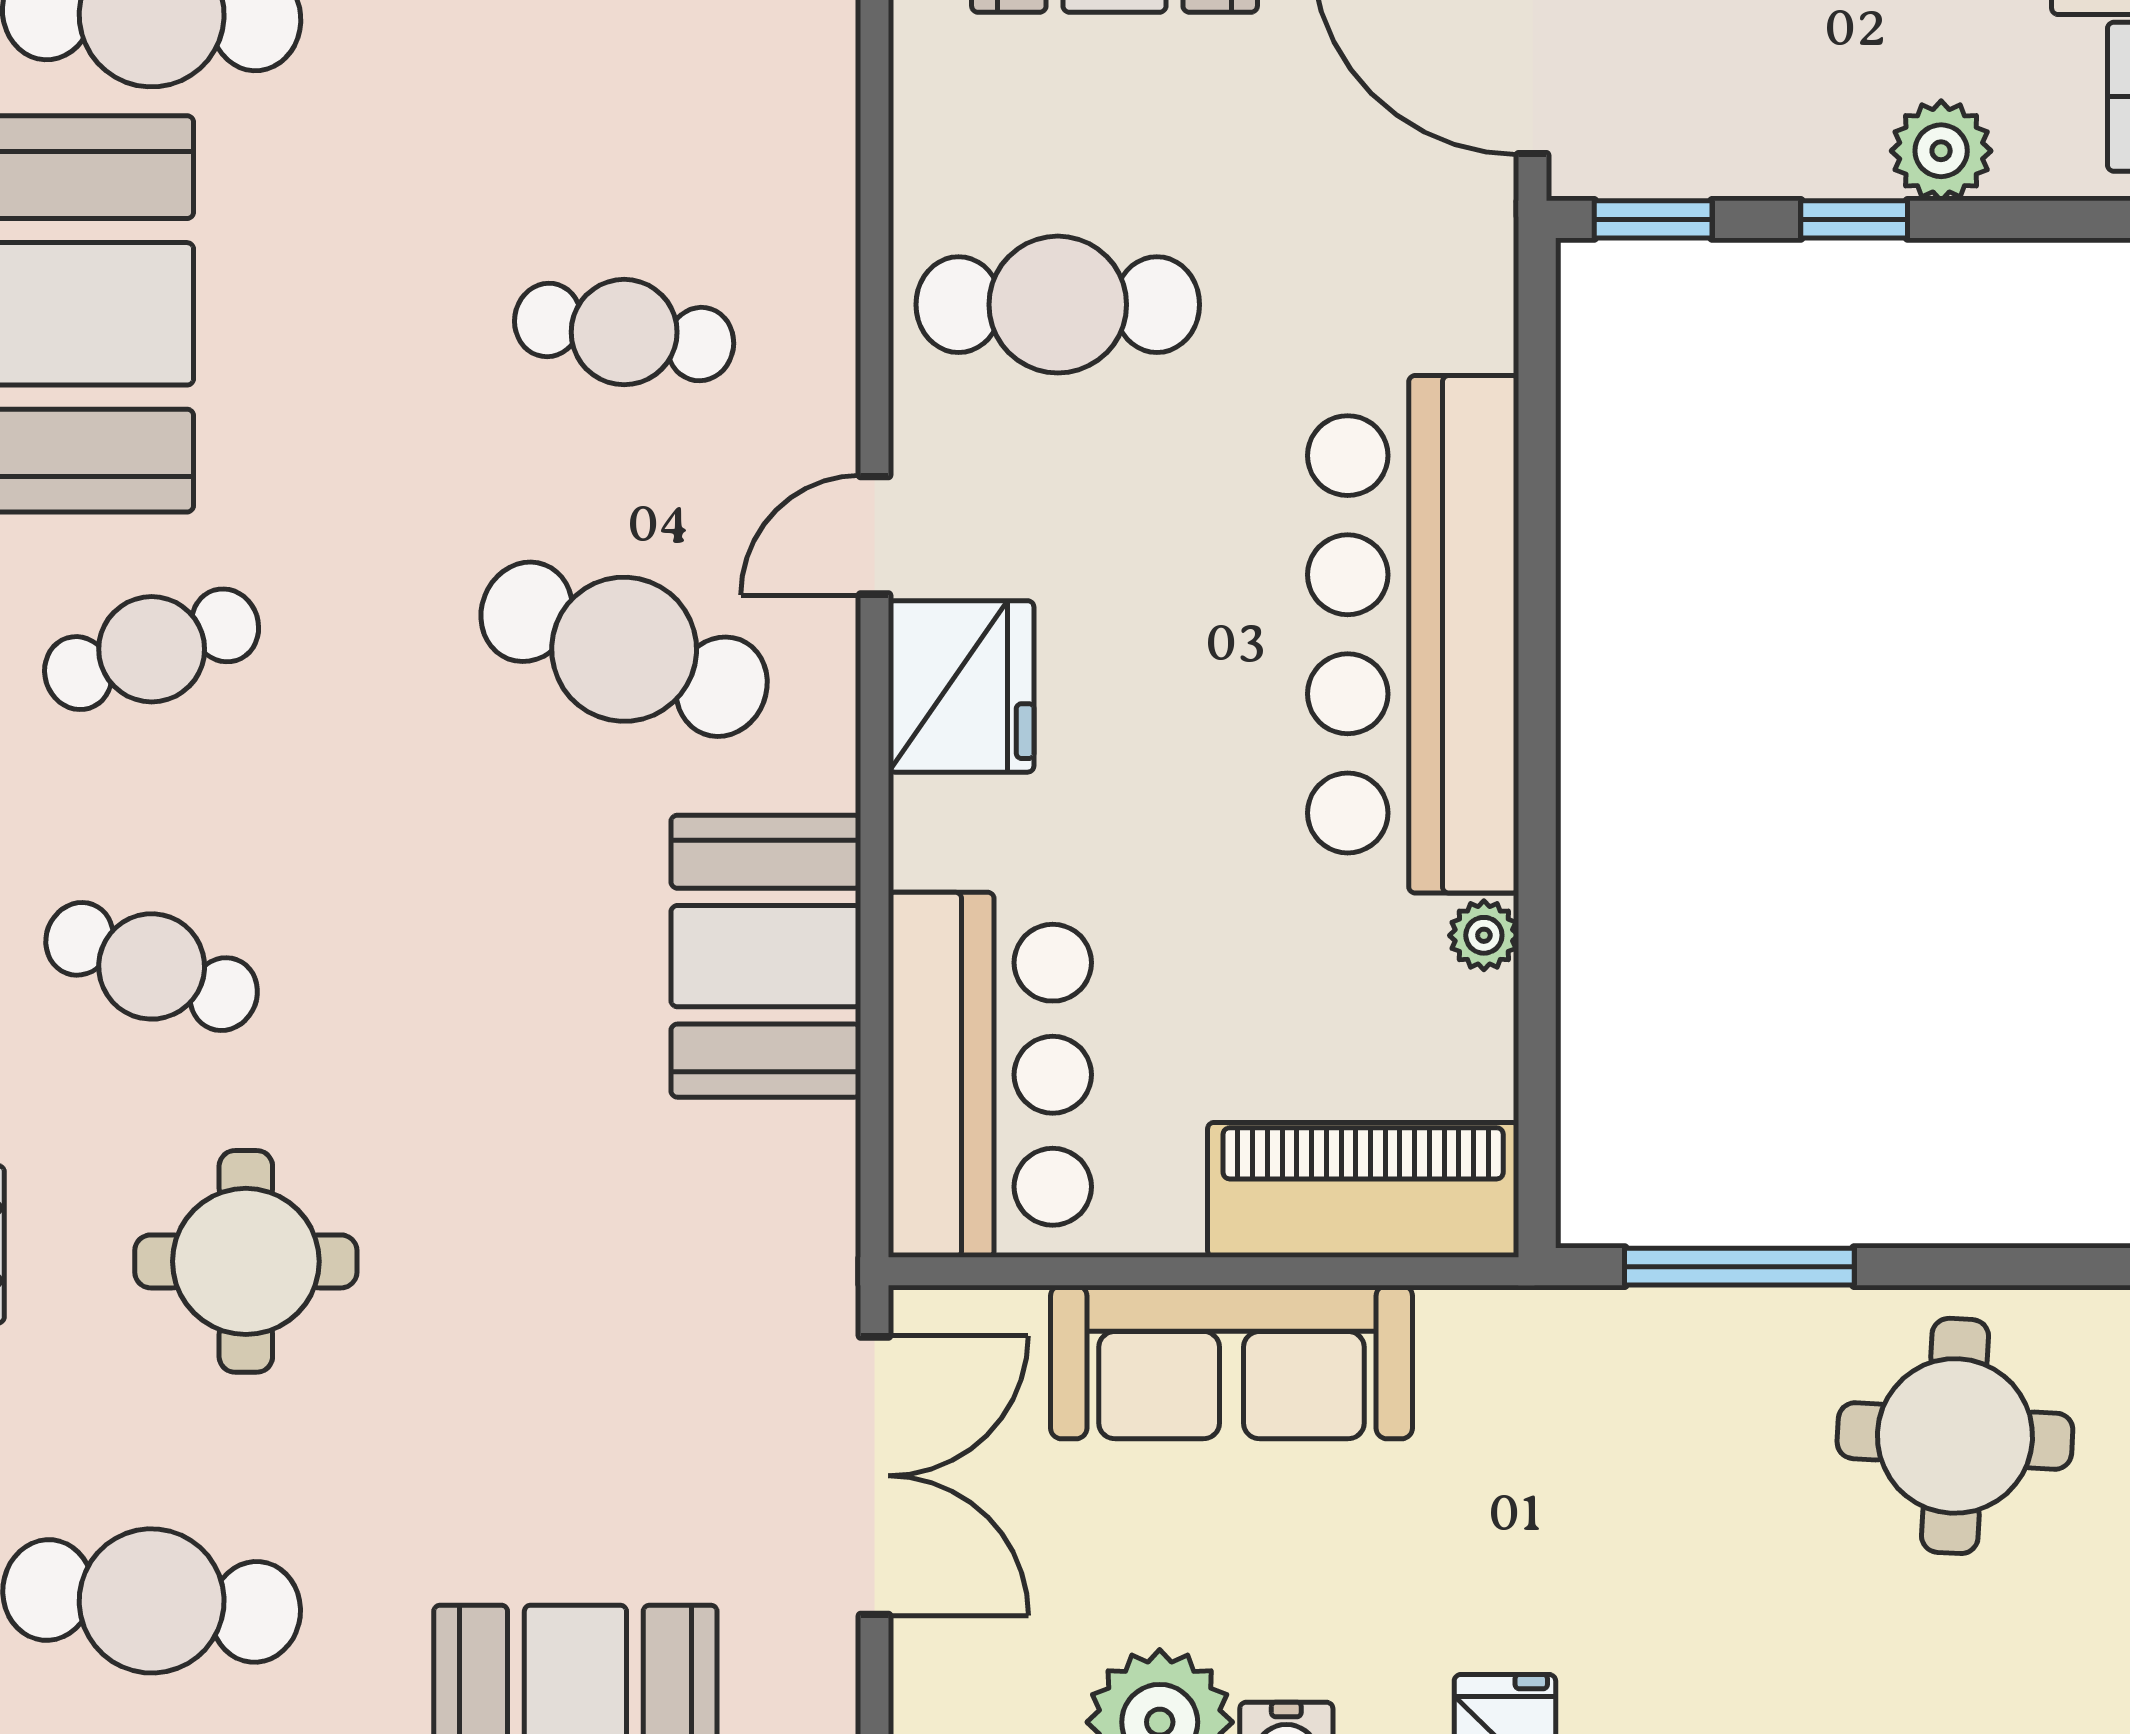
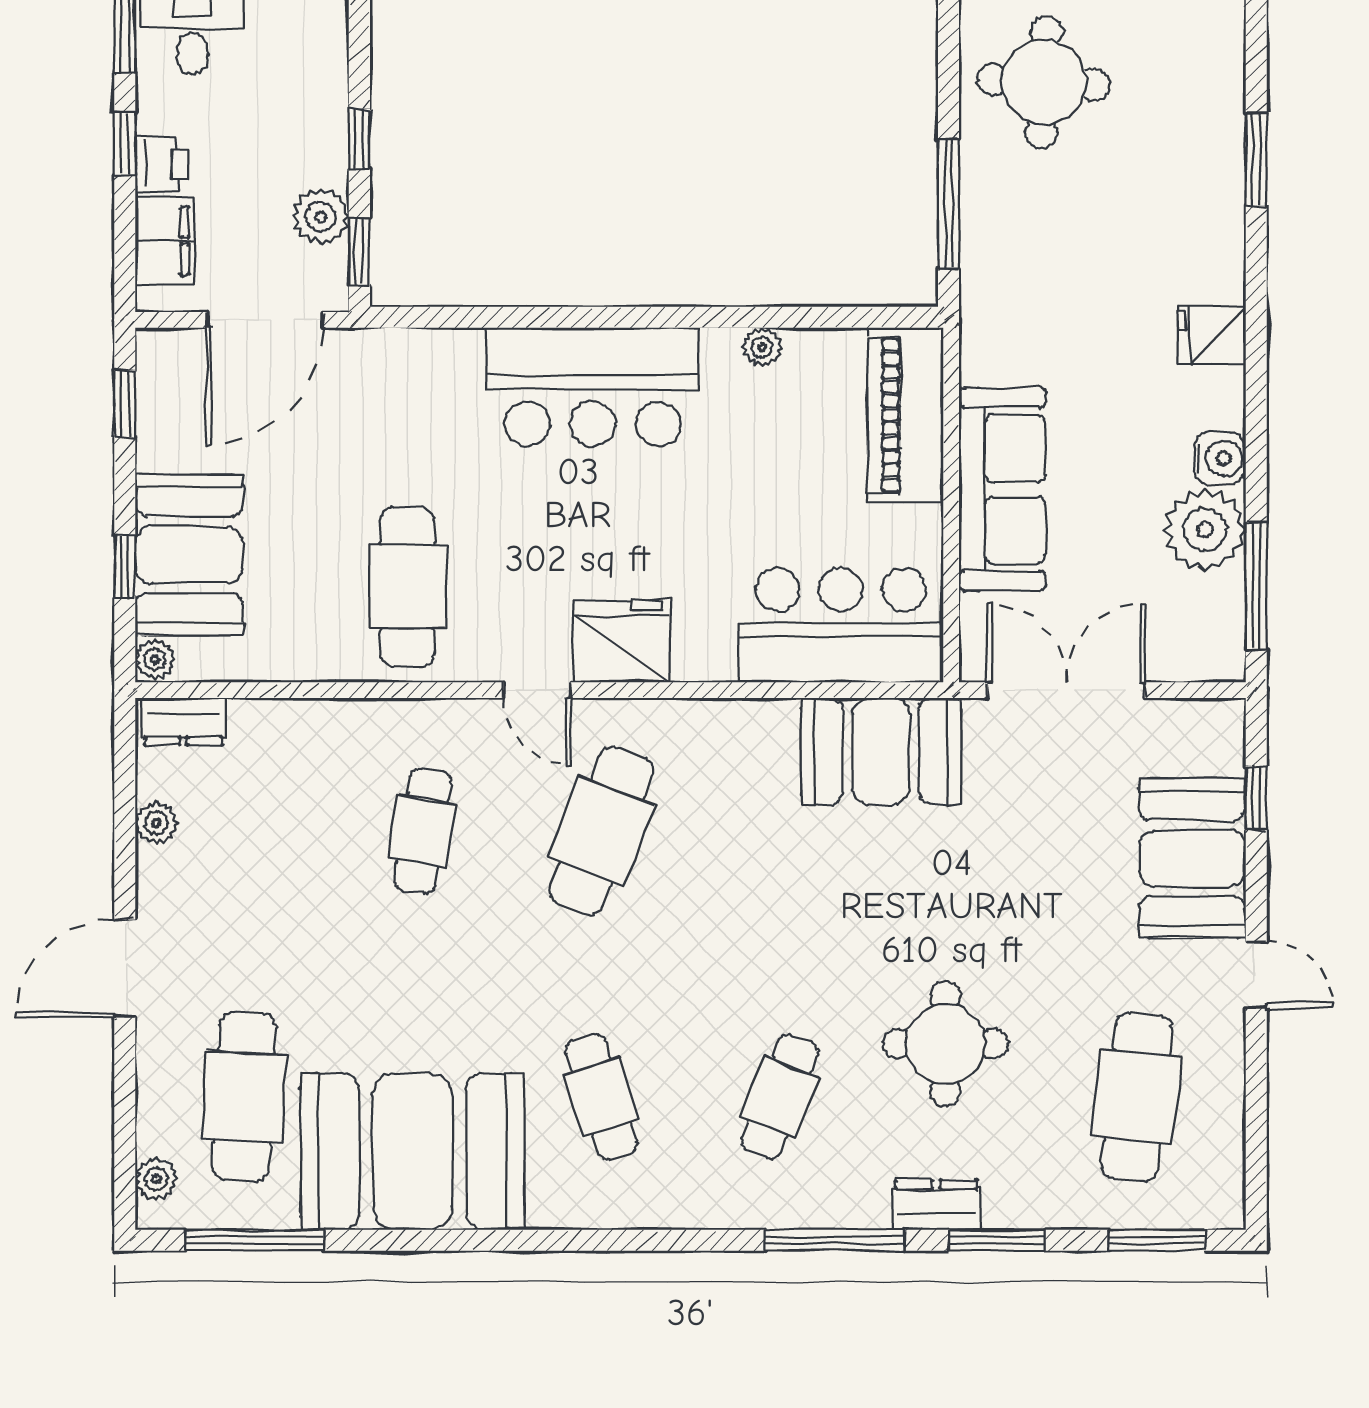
plant: (1941, 151) -> (321, 217), moved
bar counter: (1413, 634) -> (593, 387), width x0.73
booth: (766, 956) -> (881, 751), moved

